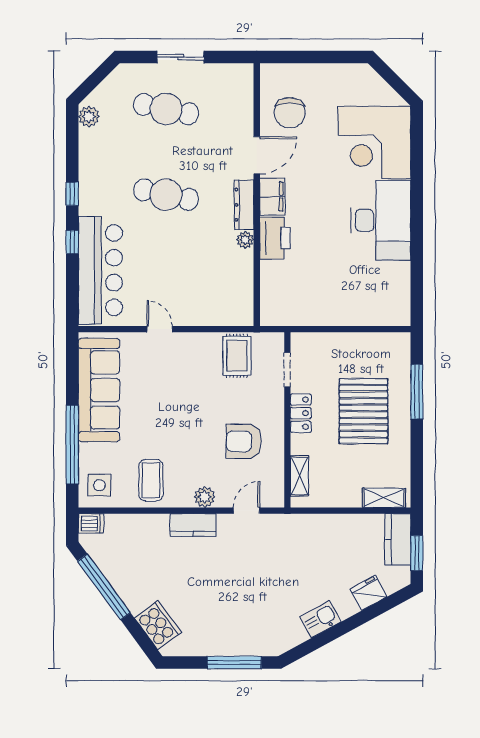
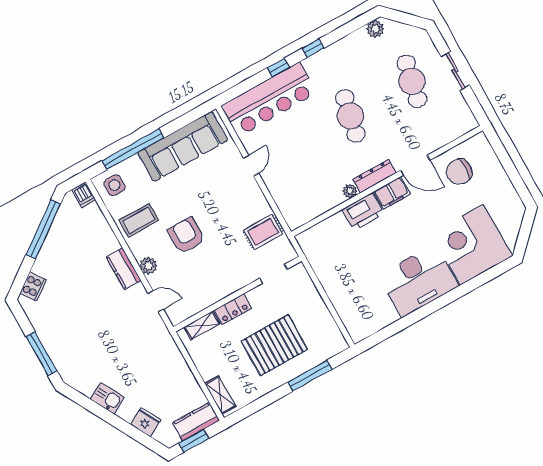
locker: (301, 413) -> (233, 309), moved
armchair: (244, 441) -> (186, 235), moved
cooker: (158, 625) -> (33, 286), width x0.73, depth x0.76

